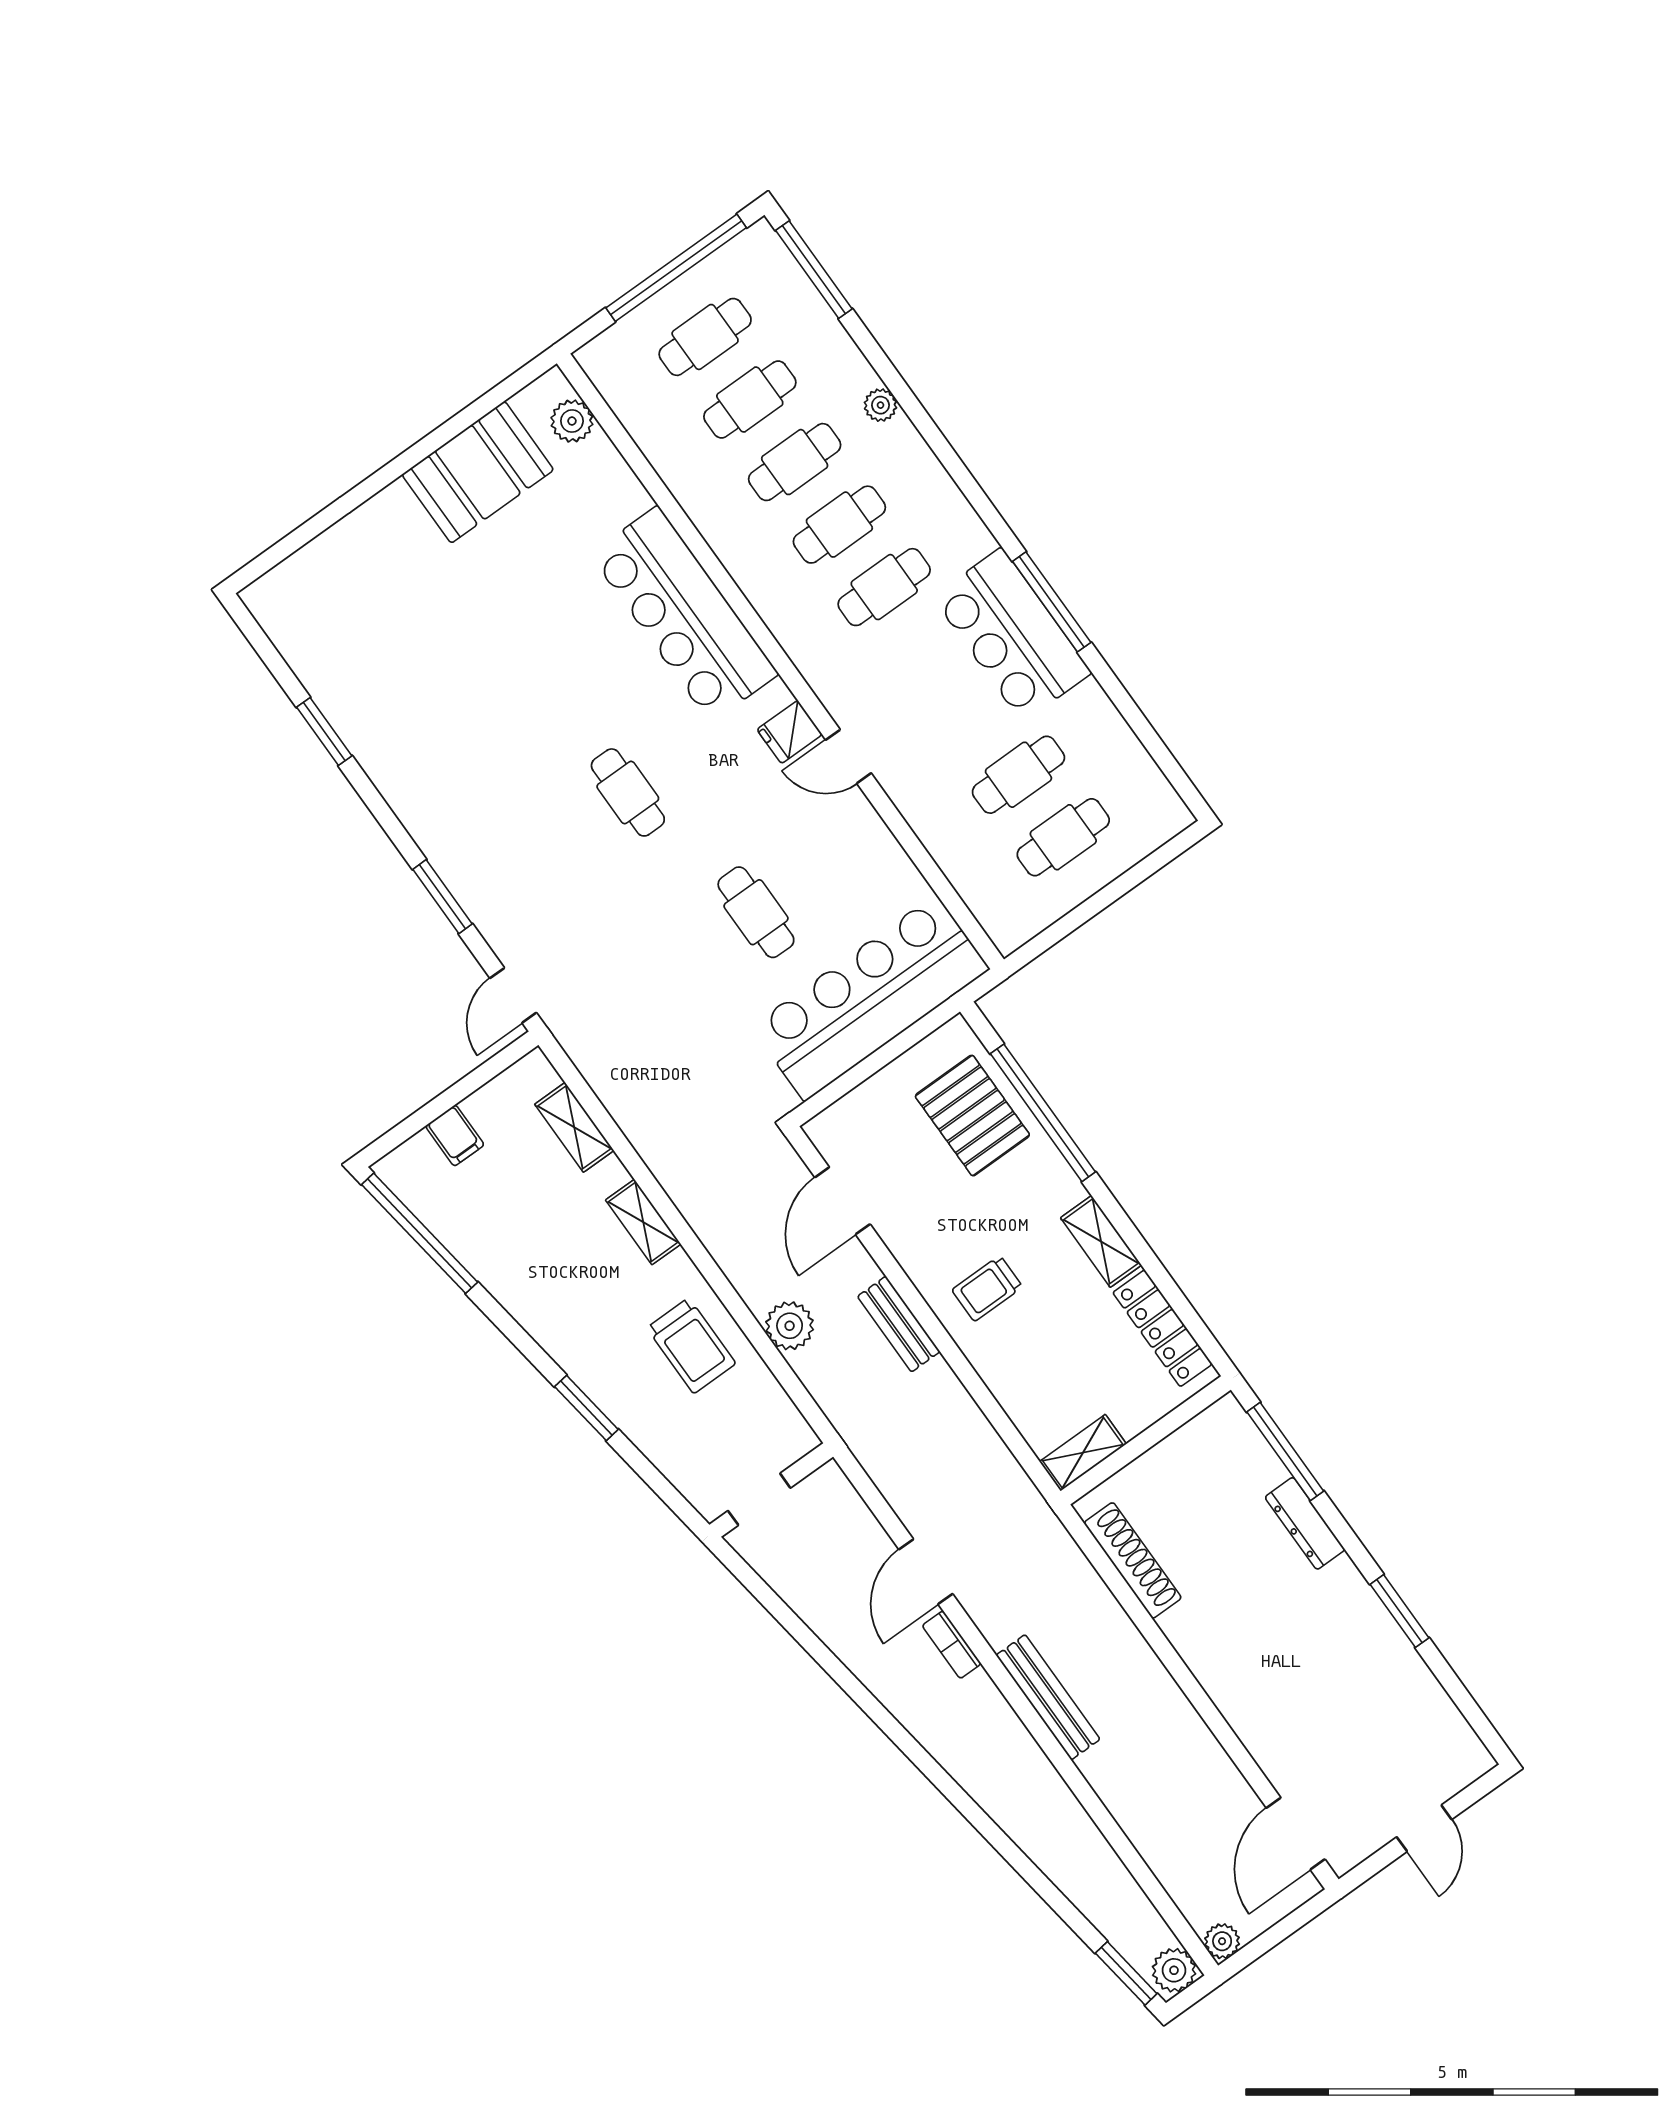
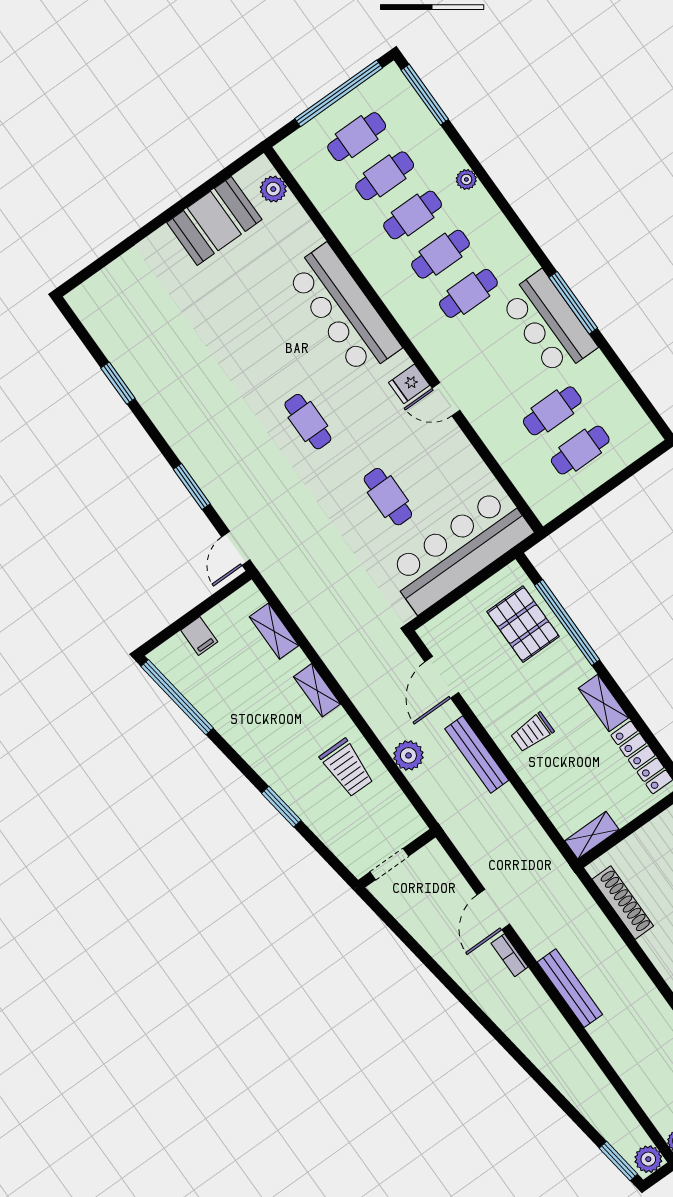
bench: (899, 1324) -> (477, 754), width x1.36

